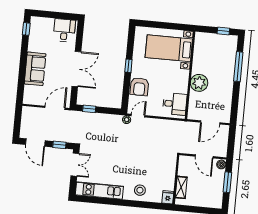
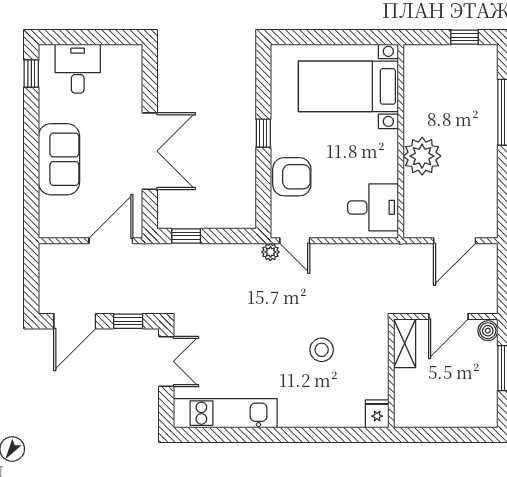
desk: (64, 30) -> (78, 69), moved
armchair: (139, 87) -> (292, 177), turned -90
door: (138, 116) -> (295, 241), swing flipped
door: (35, 143) -> (75, 321), hinge flipped
door: (204, 156) -> (448, 316), hinge flipped
shelving: (181, 187) -> (405, 343), moved
stool: (140, 190) -> (322, 350), moved

